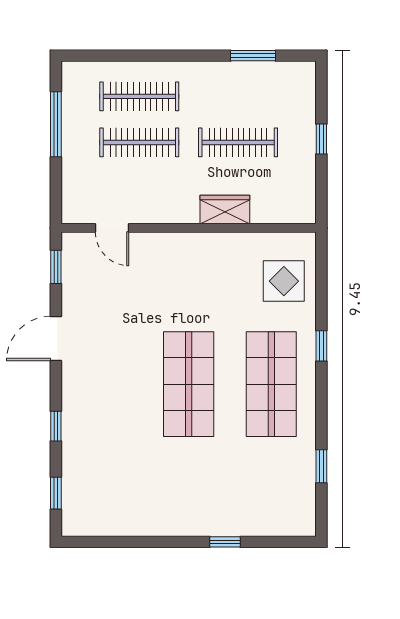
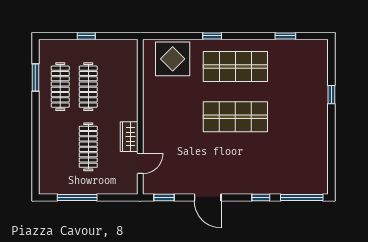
clothes rail: (139, 96) -> (60, 87), moved
wardrobe: (225, 210) -> (129, 137), moved
display table: (284, 281) -> (173, 59), width x1.36, depth x1.36
window: (56, 493) -> (302, 198), width x2.17

